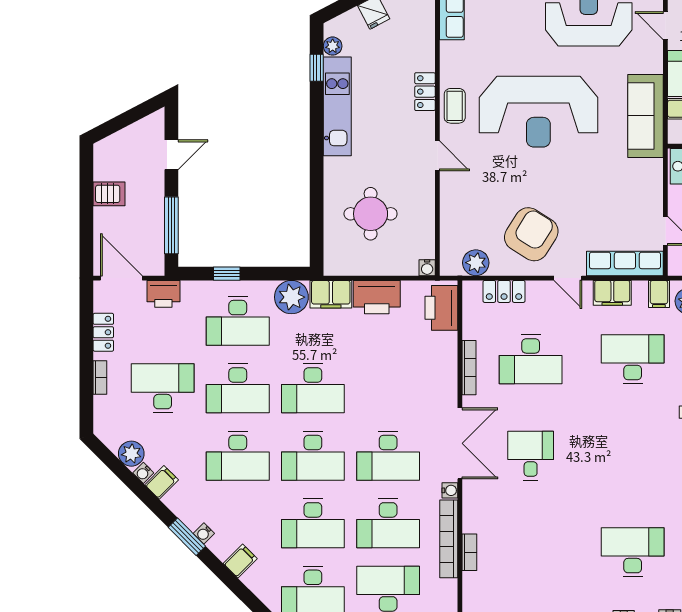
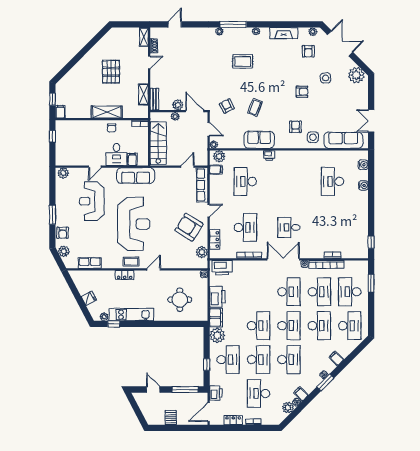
filing cabinet: (612, 293) -> (215, 191), removed

